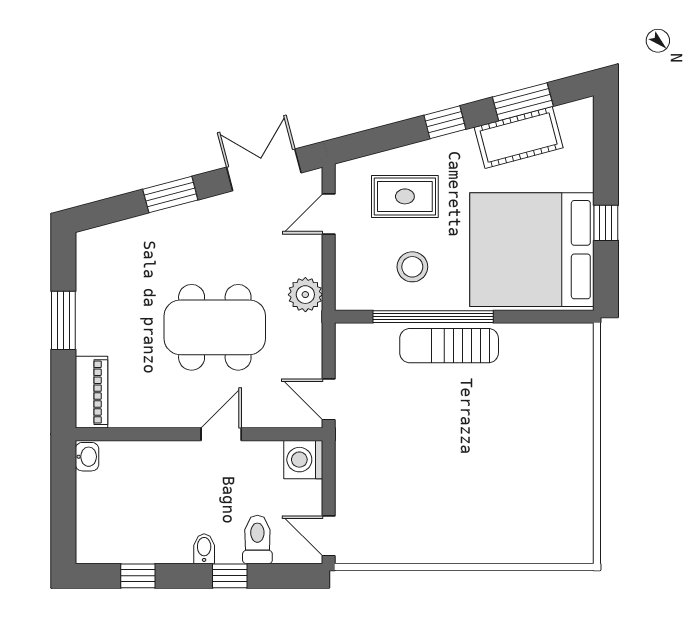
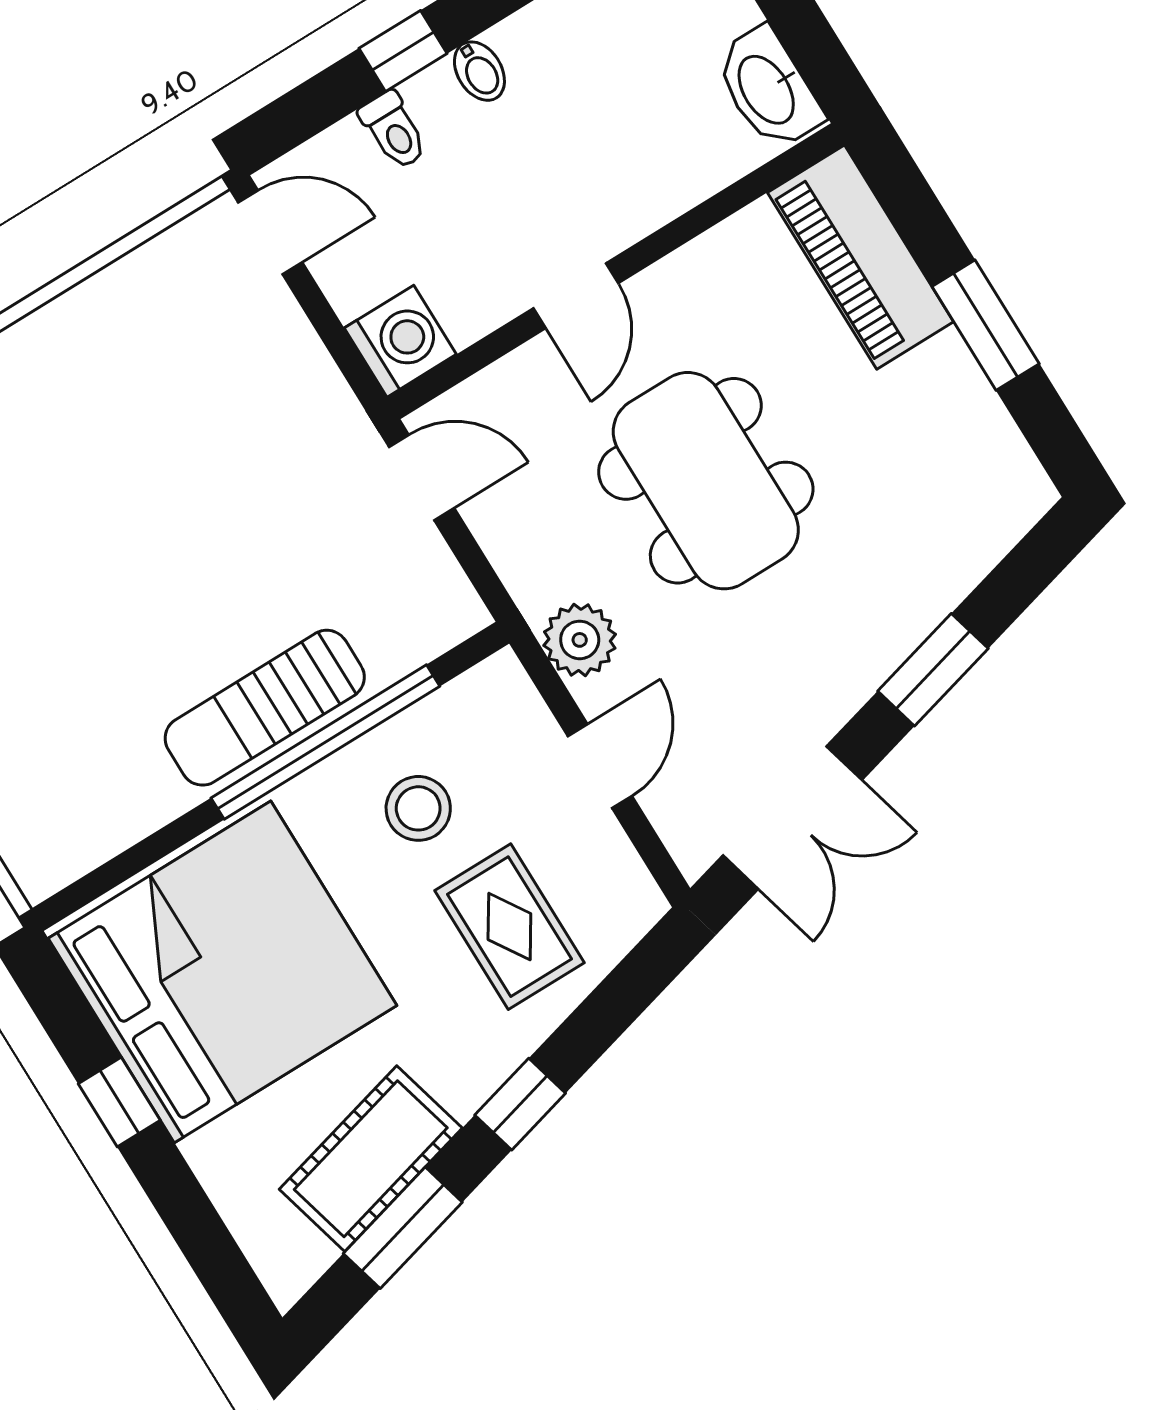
rug: (405, 196) -> (509, 927), turned 90
door: (329, 214) -> (600, 766), moved
dining table: (215, 327) -> (706, 481), turned 90
sun lounger: (449, 346) -> (265, 708), turned 180
piano: (92, 392) -> (861, 257), width x1.37, depth x1.33
washbasin: (87, 457) -> (768, 89), width x1.91, depth x1.45
toilet: (257, 539) -> (394, 130), width x0.73, depth x0.72

